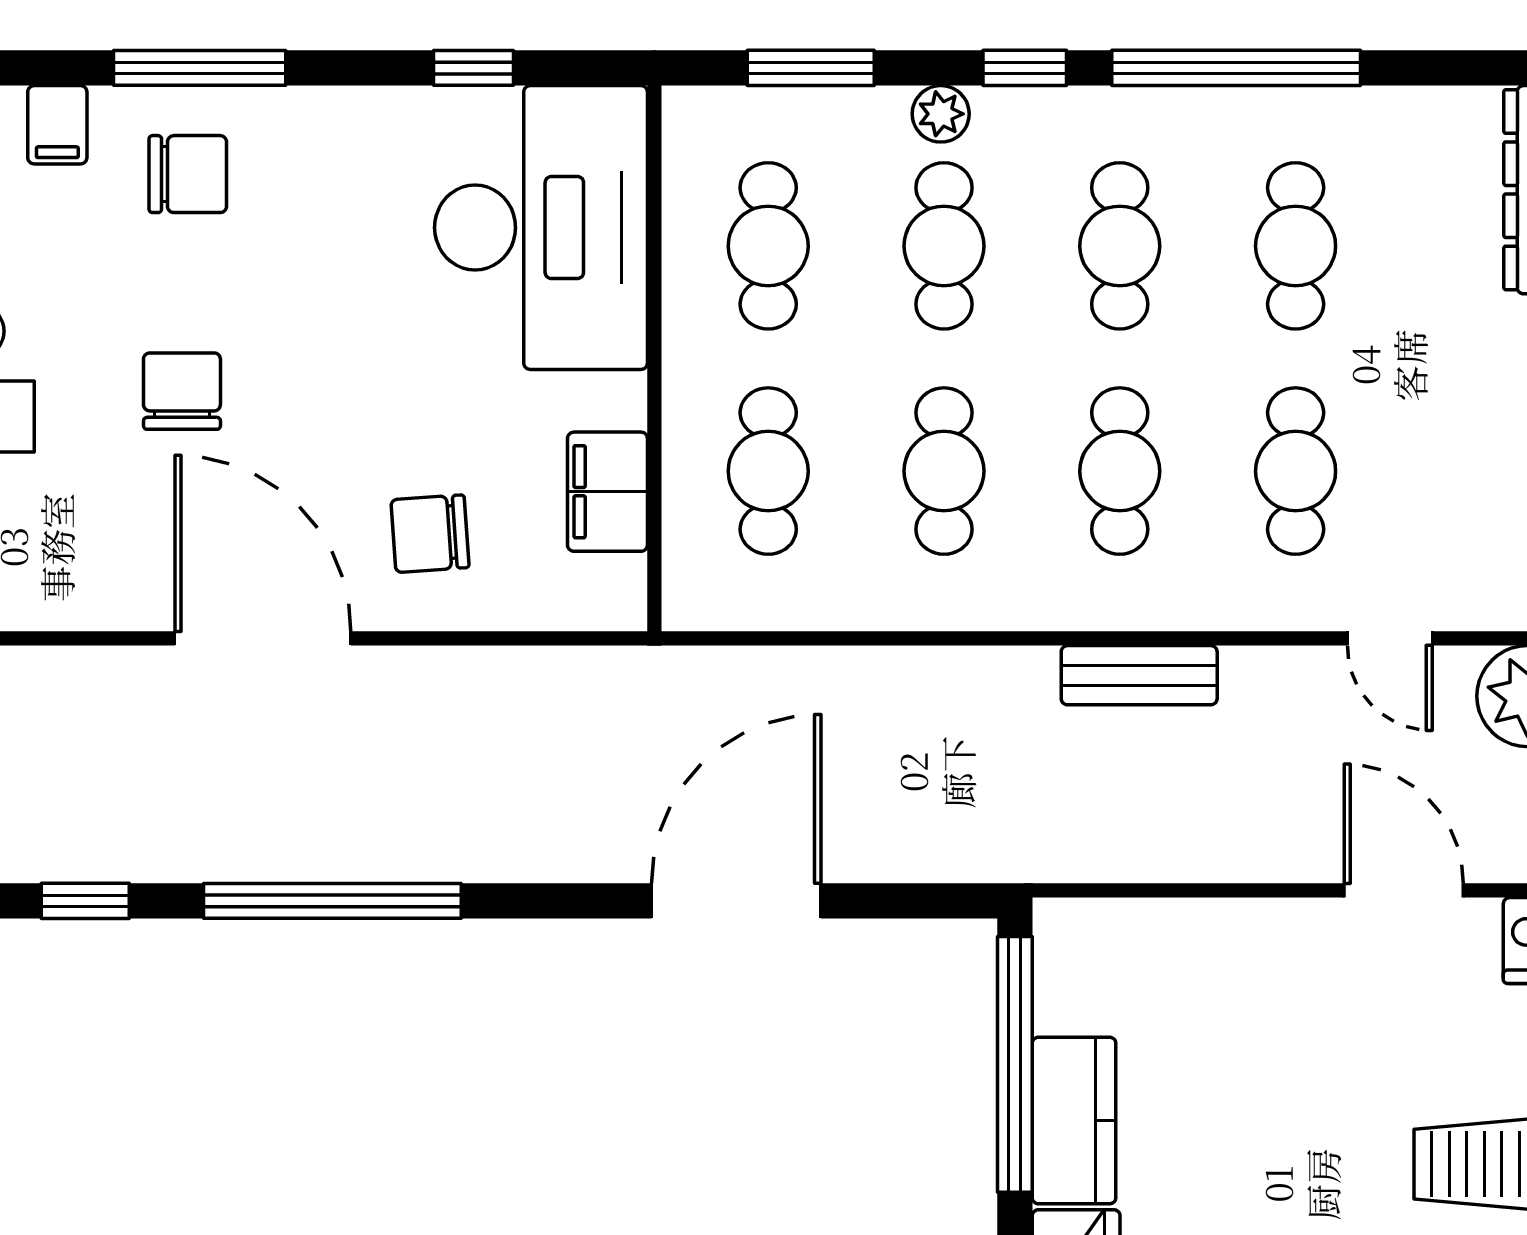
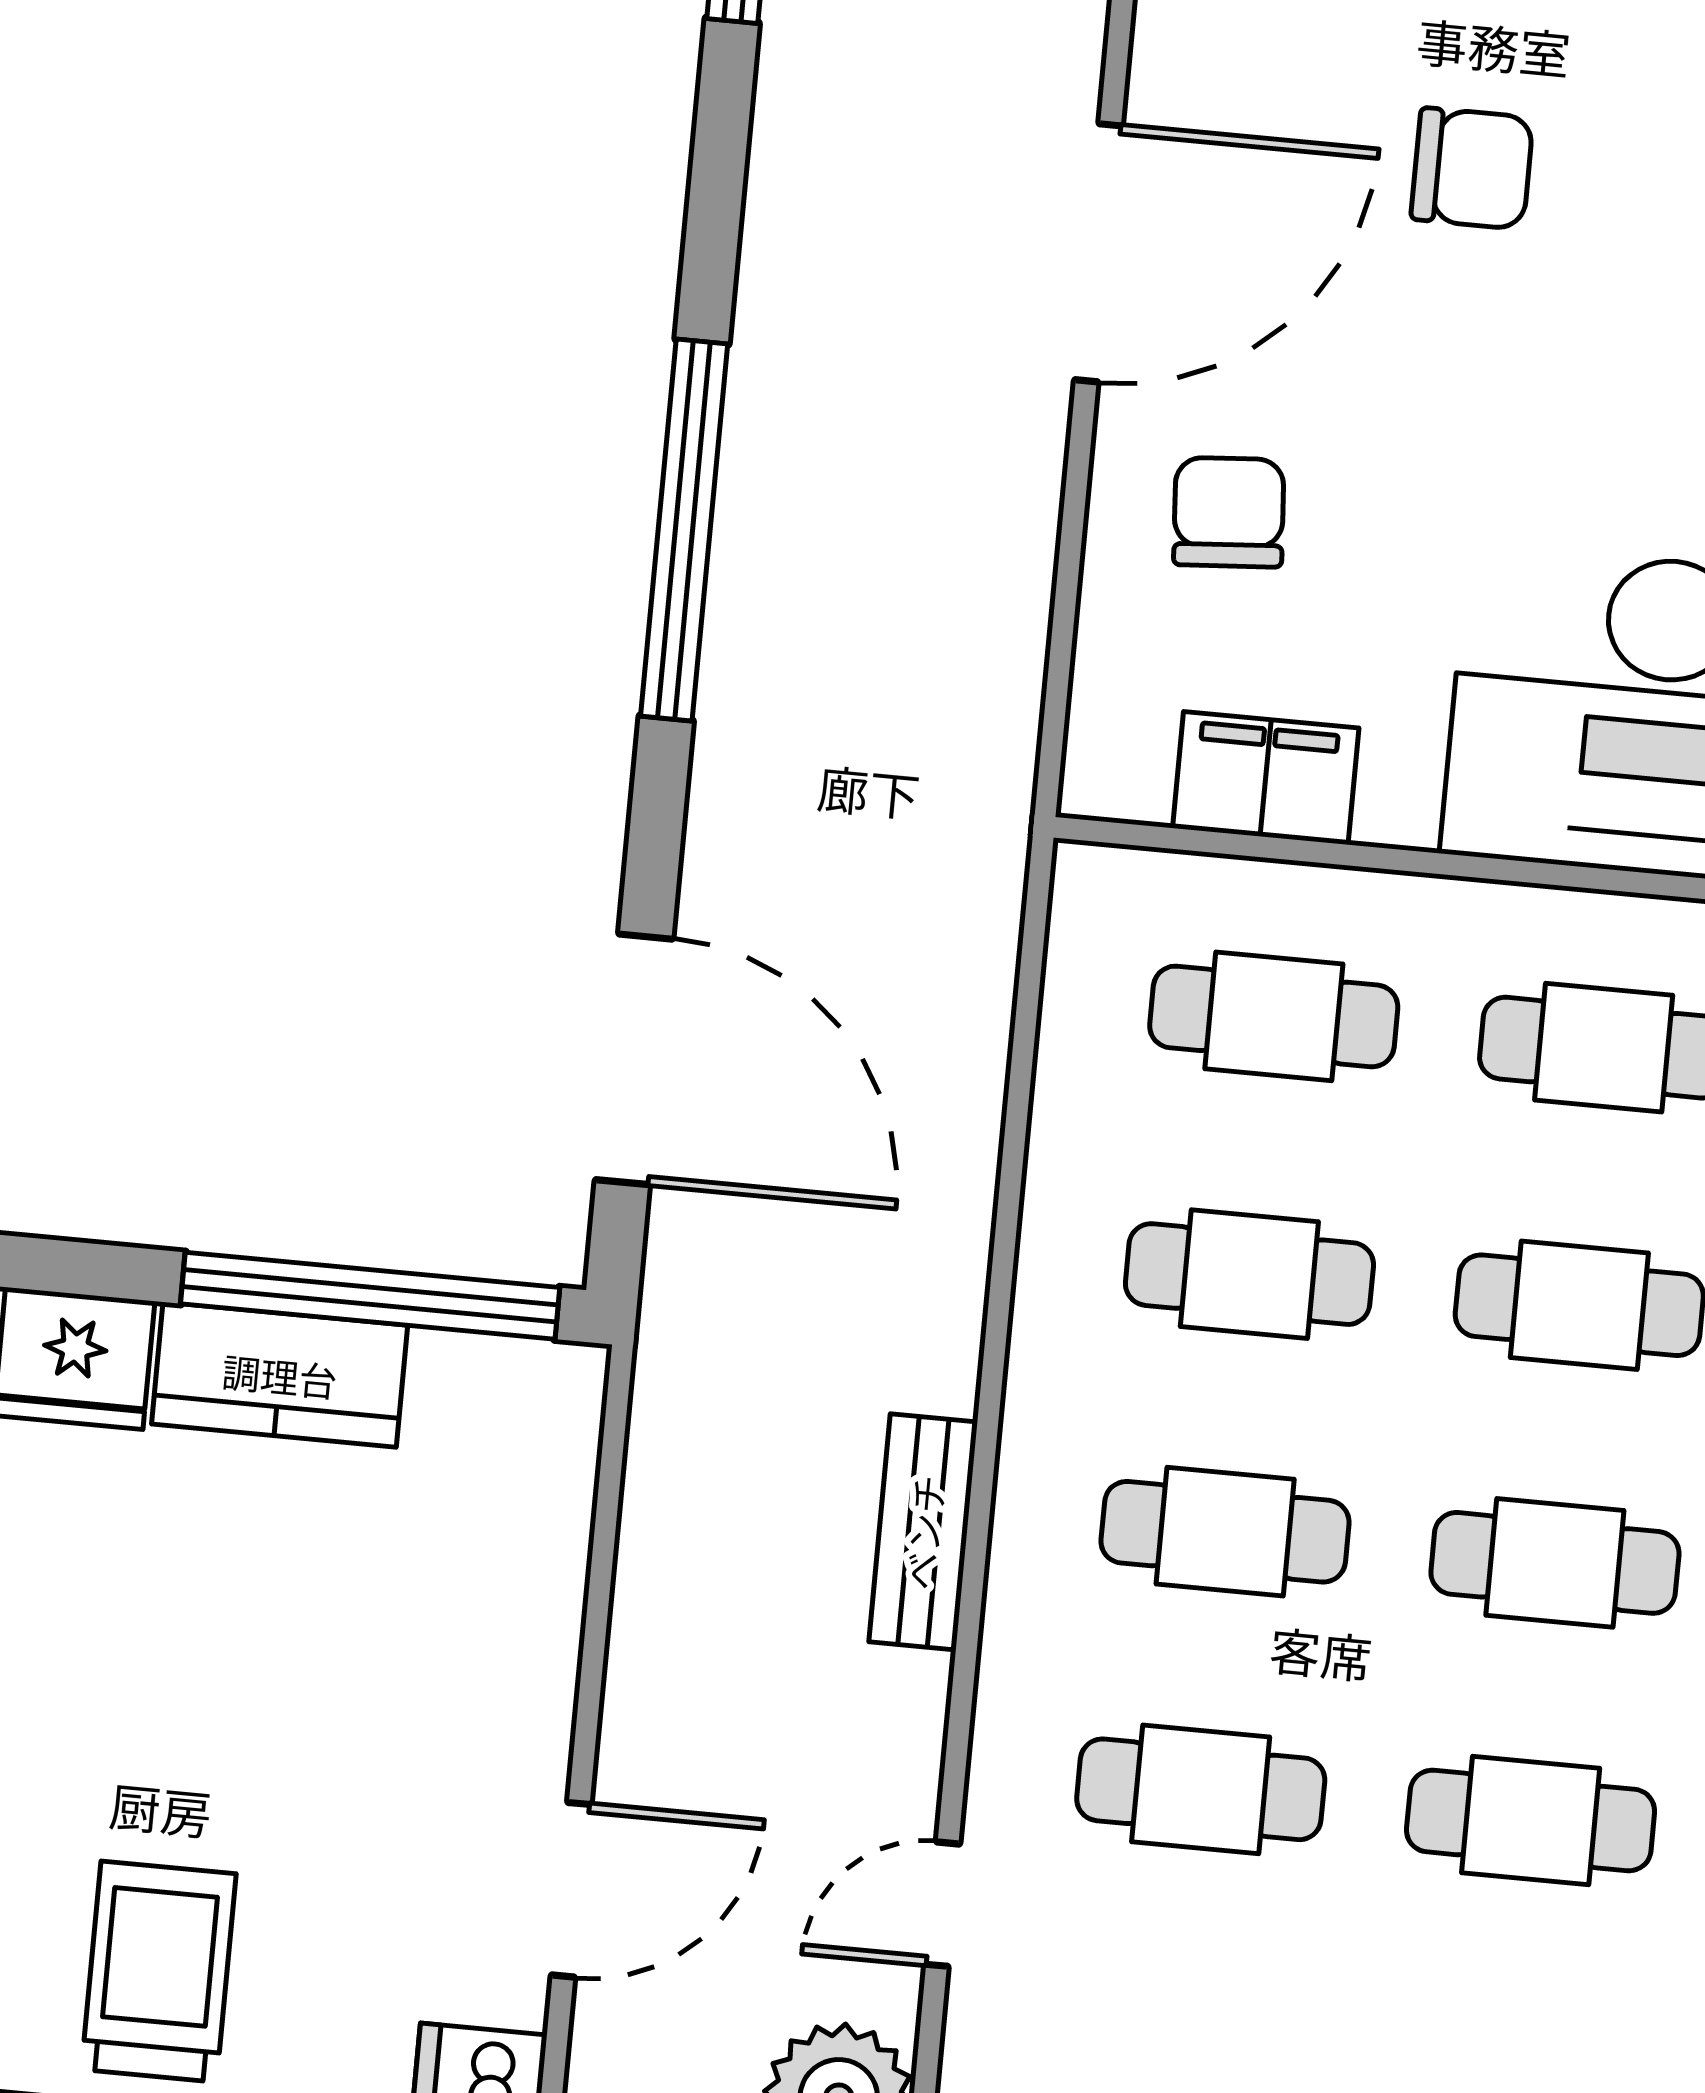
window: (332, 901) -> (684, 530), moved
door: (736, 901) -> (634, 1059), moved

